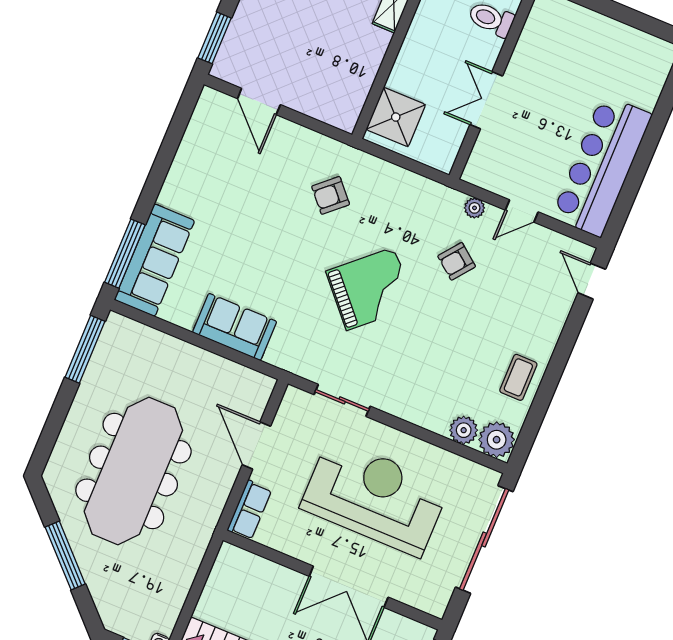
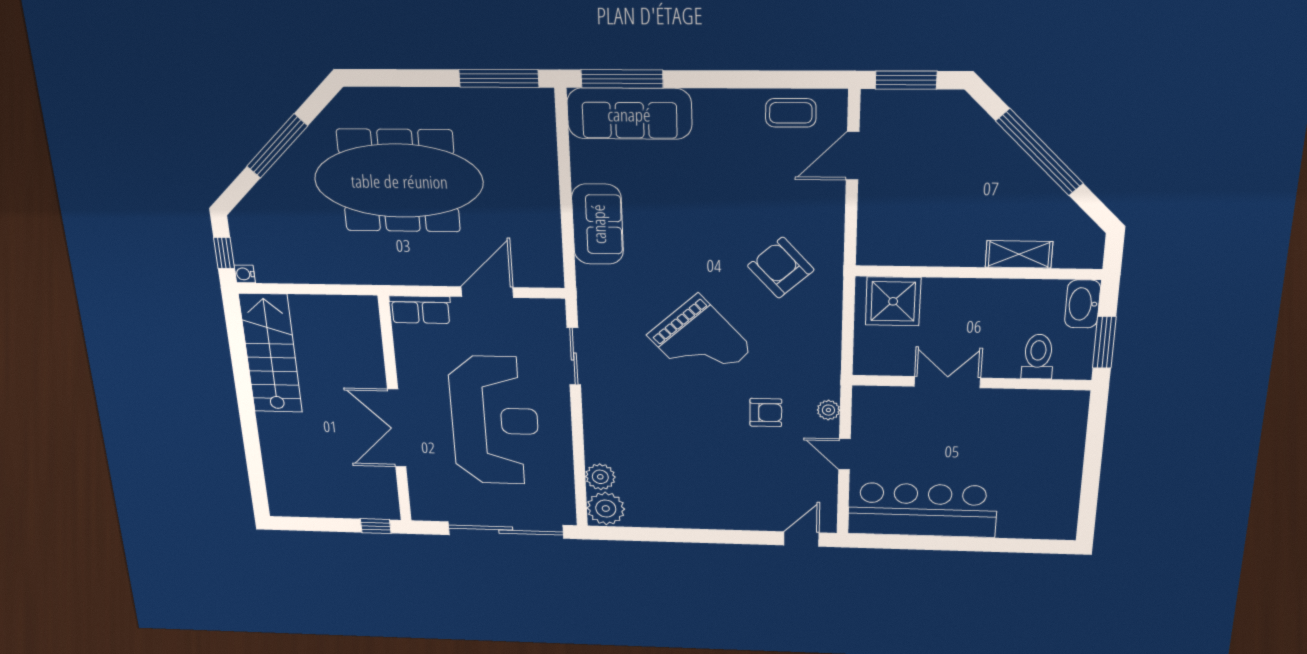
armchair: (331, 195) -> (781, 268), width x1.38, depth x1.38
armchair: (457, 261) -> (766, 413), turned 142
coffee table: (518, 377) -> (791, 113), moved

